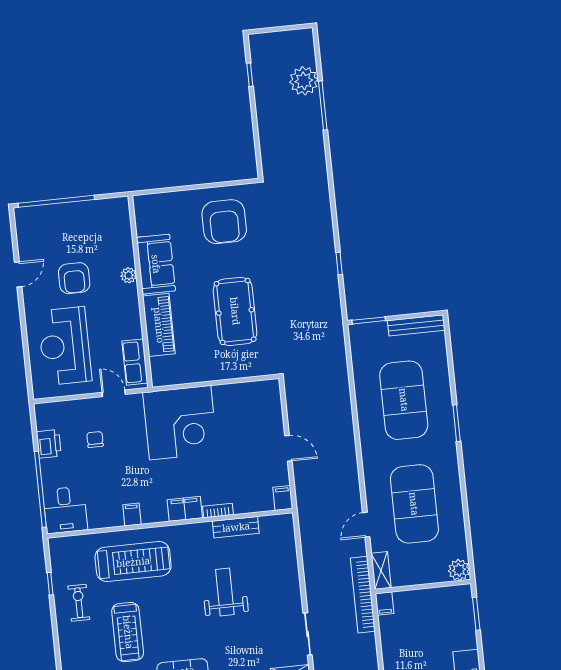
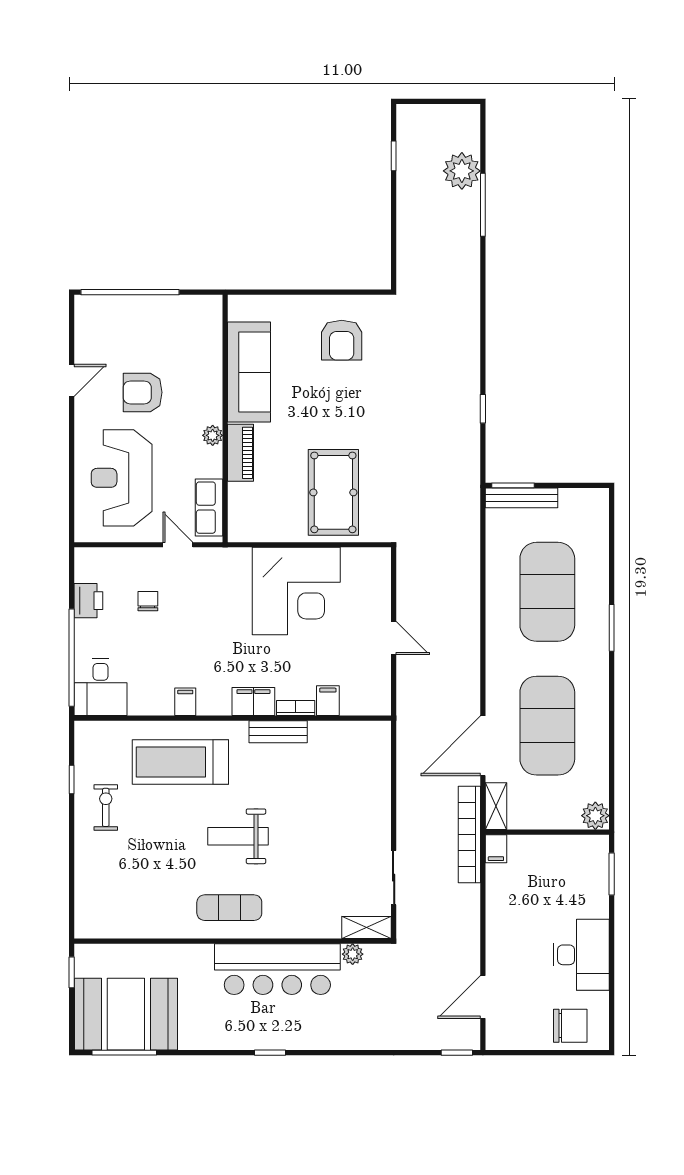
armchair: (224, 222) -> (342, 340), width x0.73, depth x0.73
sofa: (156, 264) -> (249, 372), width x1.36
plant: (129, 275) -> (213, 435), moved
armchair: (74, 278) -> (143, 392), turned 90
pool table: (235, 311) -> (333, 492), moved
piano: (159, 325) -> (241, 453), width x0.73, depth x0.75
bench: (416, 325) -> (521, 498), moved
corner desk: (180, 423) -> (296, 591), moved
filing cabinet: (283, 498) -> (328, 701), moved
door: (366, 525) -> (483, 746), width x1.88
bench: (236, 527) -> (278, 732), moved
treadmill: (133, 562) -> (180, 762), turned 180
weight bench: (225, 592) -> (238, 836), moved, turned -90
treadmill: (128, 632) -> (164, 851), removed

